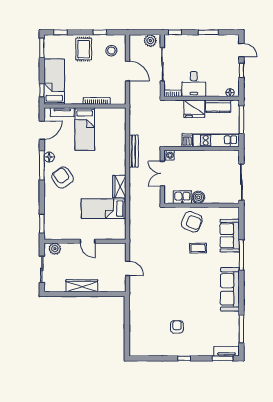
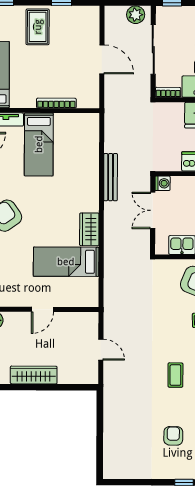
stool: (111, 51) -> (78, 29), removed
door: (88, 241) -> (42, 309), hinge flipped
coffee table: (178, 285) -> (175, 375), added

